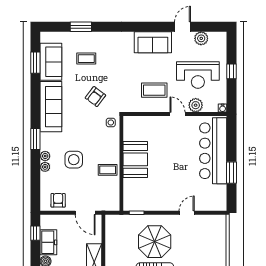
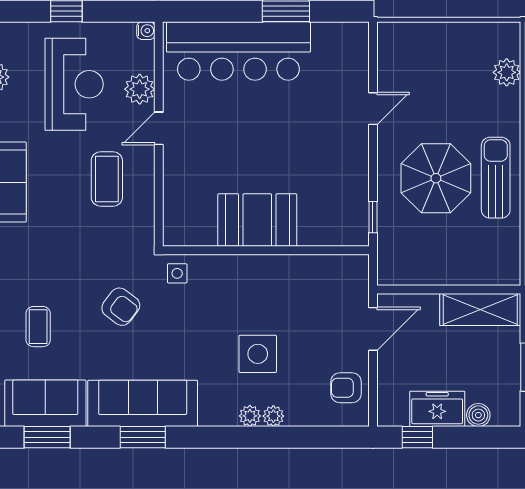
window: (35, 139) -> (143, 437), moved
coffee table: (108, 170) -> (280, 280), removed
door: (187, 213) -> (373, 109), swing flipped

